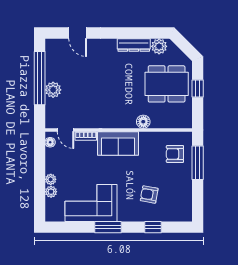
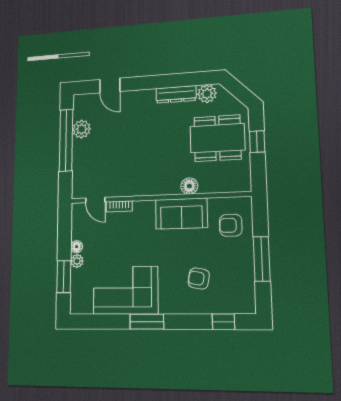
plant: (53, 90) -> (82, 129), moved
floor lamp: (50, 142) -> (77, 247), moved
sofa: (118, 144) -> (181, 214), moved
window: (198, 163) -> (262, 259), moved
window: (40, 192) -> (64, 277), added
plant: (51, 192) -> (77, 276), removed
window: (153, 227) -> (223, 322), moved

